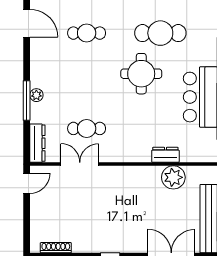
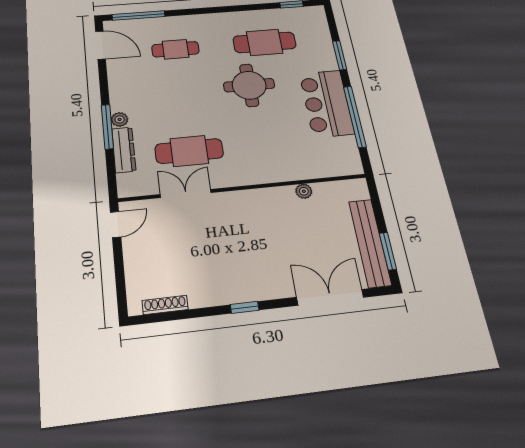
cafe table: (87, 128) -> (189, 151), width x1.37, depth x1.35
dresser: (37, 143) -> (124, 150), moved
dresser: (165, 155) -> (297, 172), removed
plant: (173, 177) -> (304, 191), width x0.53, depth x0.53

